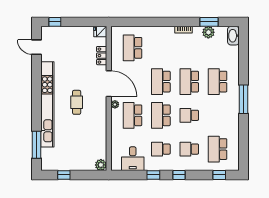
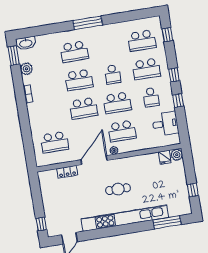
window: (209, 22) -> (14, 56), moved
fridge: (100, 32) -> (165, 157), moved
school desk: (189, 149) -> (146, 69), width x1.85

